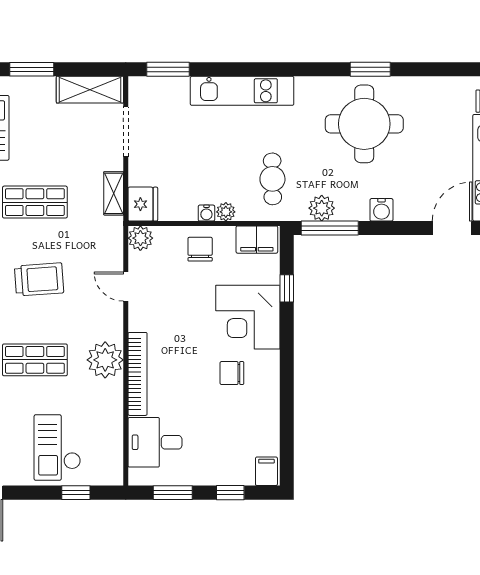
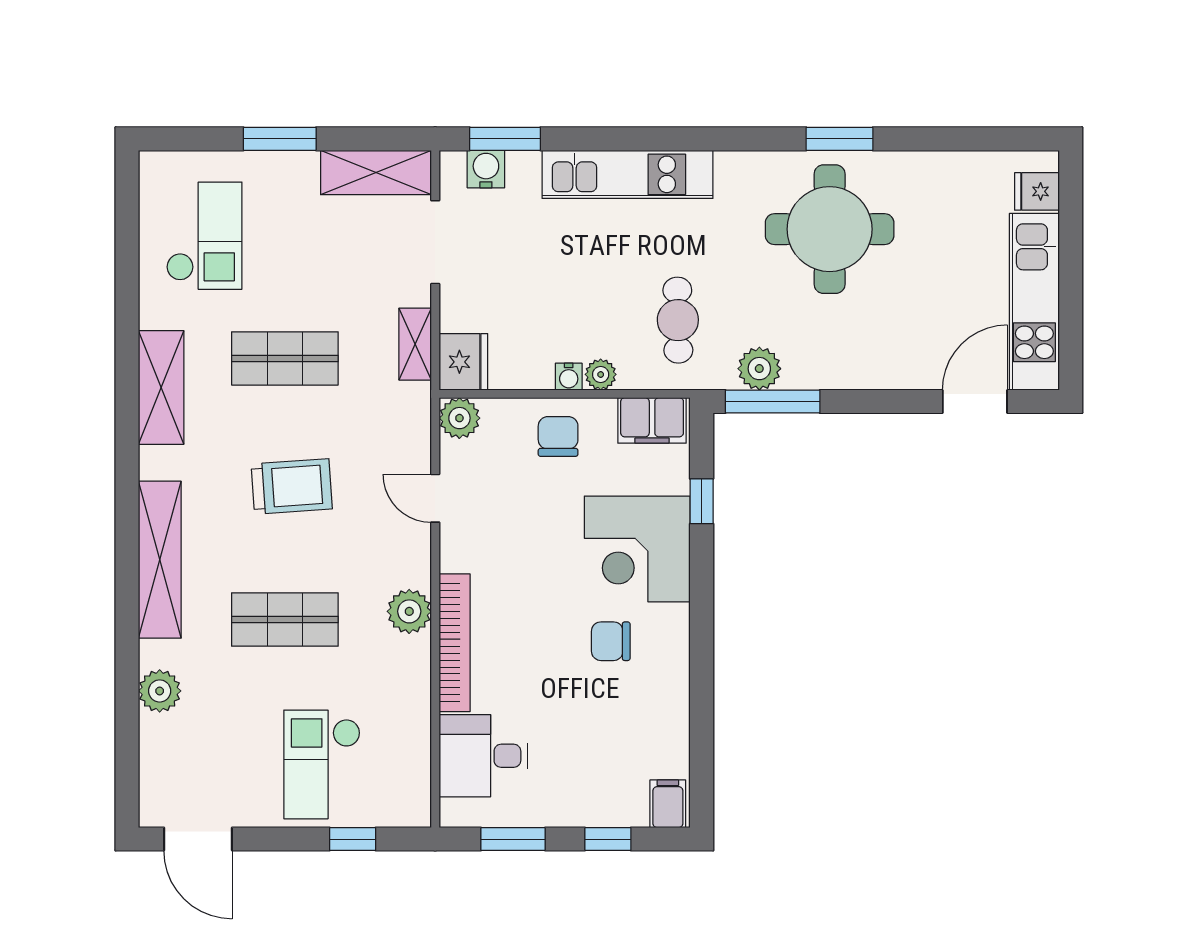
water cooler: (381, 210) -> (486, 169), moved, turned 180
plant: (105, 360) -> (409, 611), width x0.73, depth x0.73

